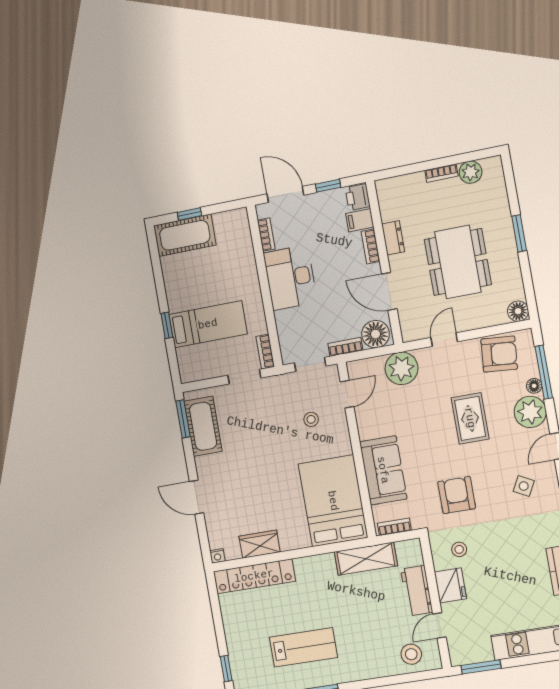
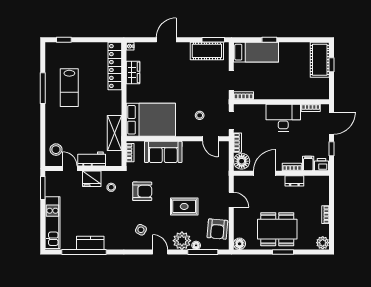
plant: (471, 172) -> (323, 243), moved
dining table: (458, 262) -> (277, 229), moved
bed: (208, 324) -> (256, 52), moved, turned -90
plant: (401, 368) -> (219, 173), removed

